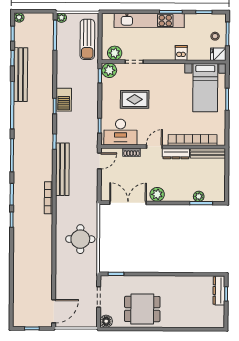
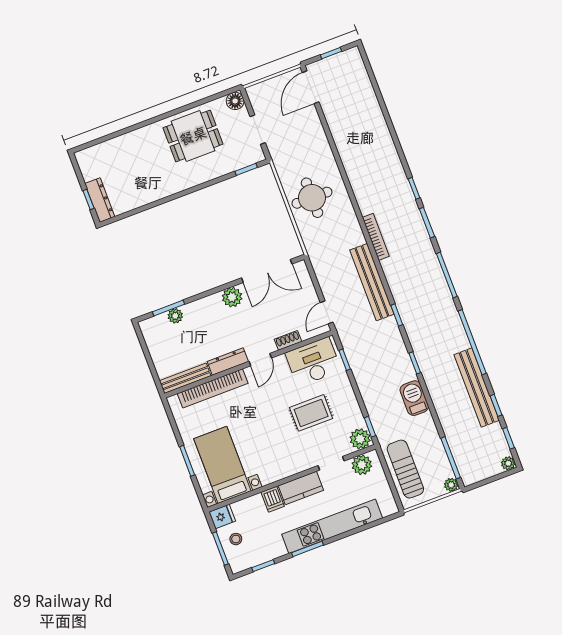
kitchen counter: (160, 53) -> (301, 488), added
barbecue: (64, 100) -> (414, 398), moved

